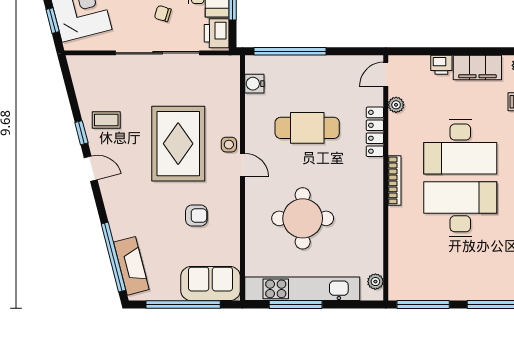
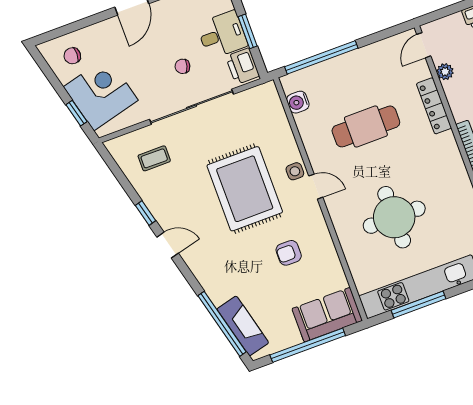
coffee table: (106, 120) -> (154, 158), moved
armchair: (196, 215) -> (289, 253), turned 180

